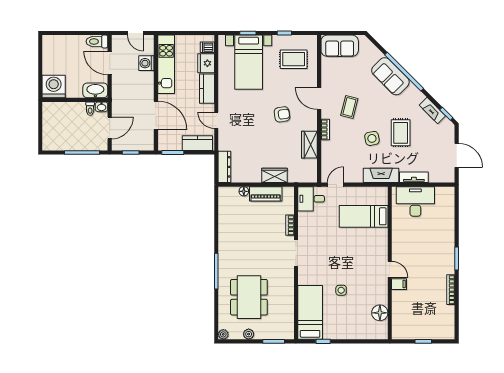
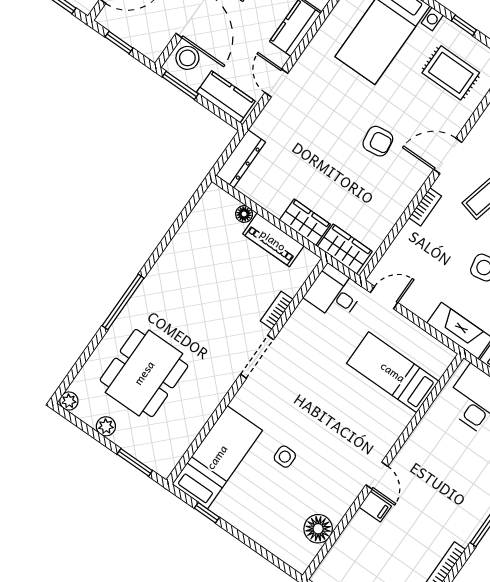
door: (319, 99) -> (448, 156), hinge flipped
stool: (167, 138) -> (187, 58), added
wardrobe: (309, 145) -> (345, 249), moved, turned 90

